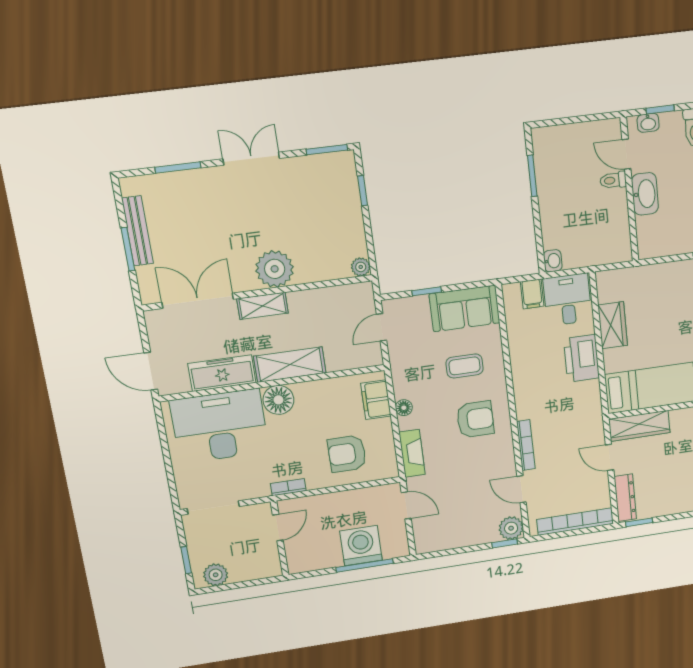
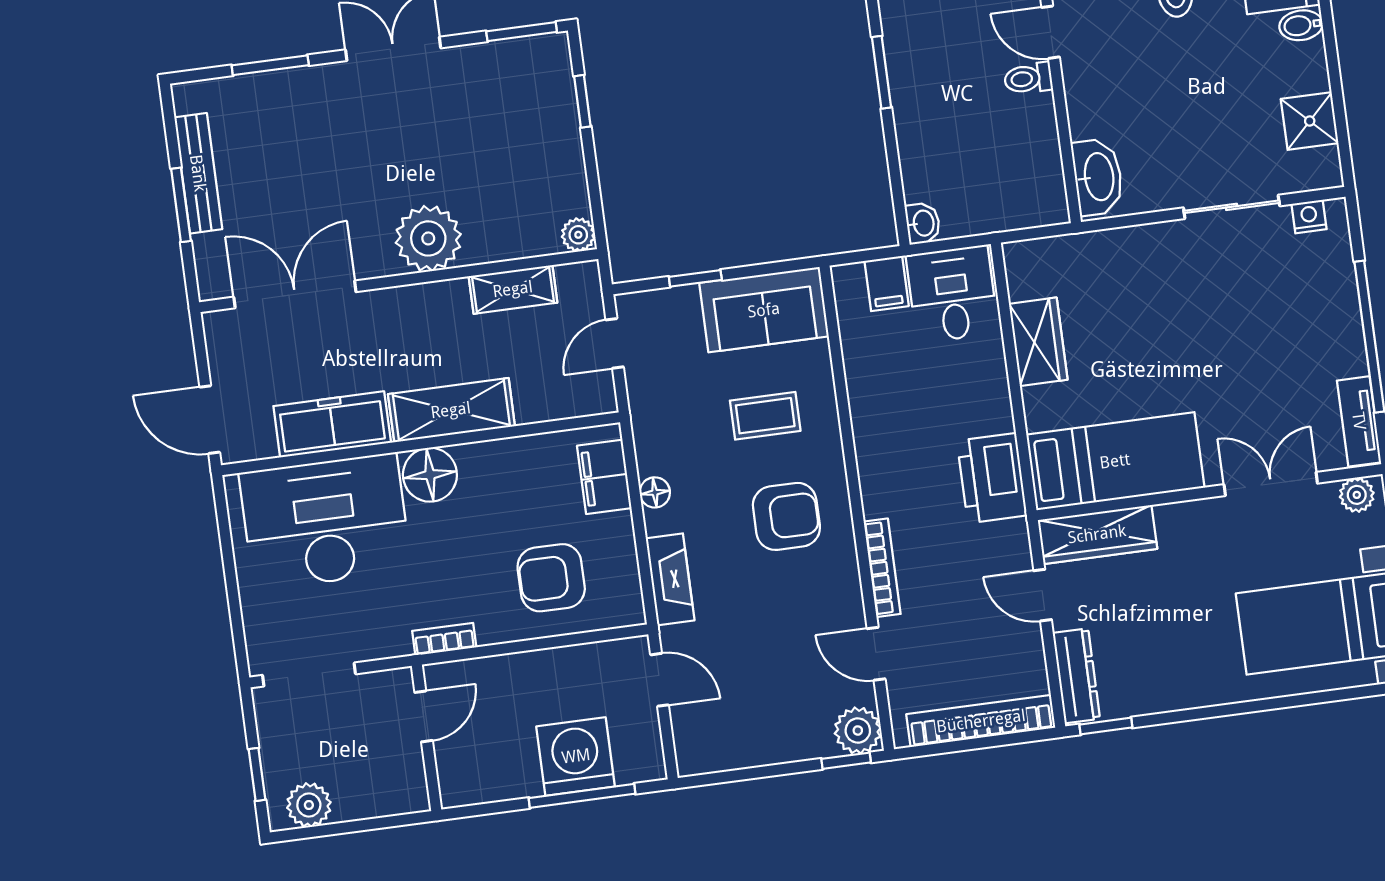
washbasin: (645, 194) -> (1098, 177), moved
shelving: (262, 306) -> (513, 289), moved
printer: (581, 358) -> (992, 478), moved

